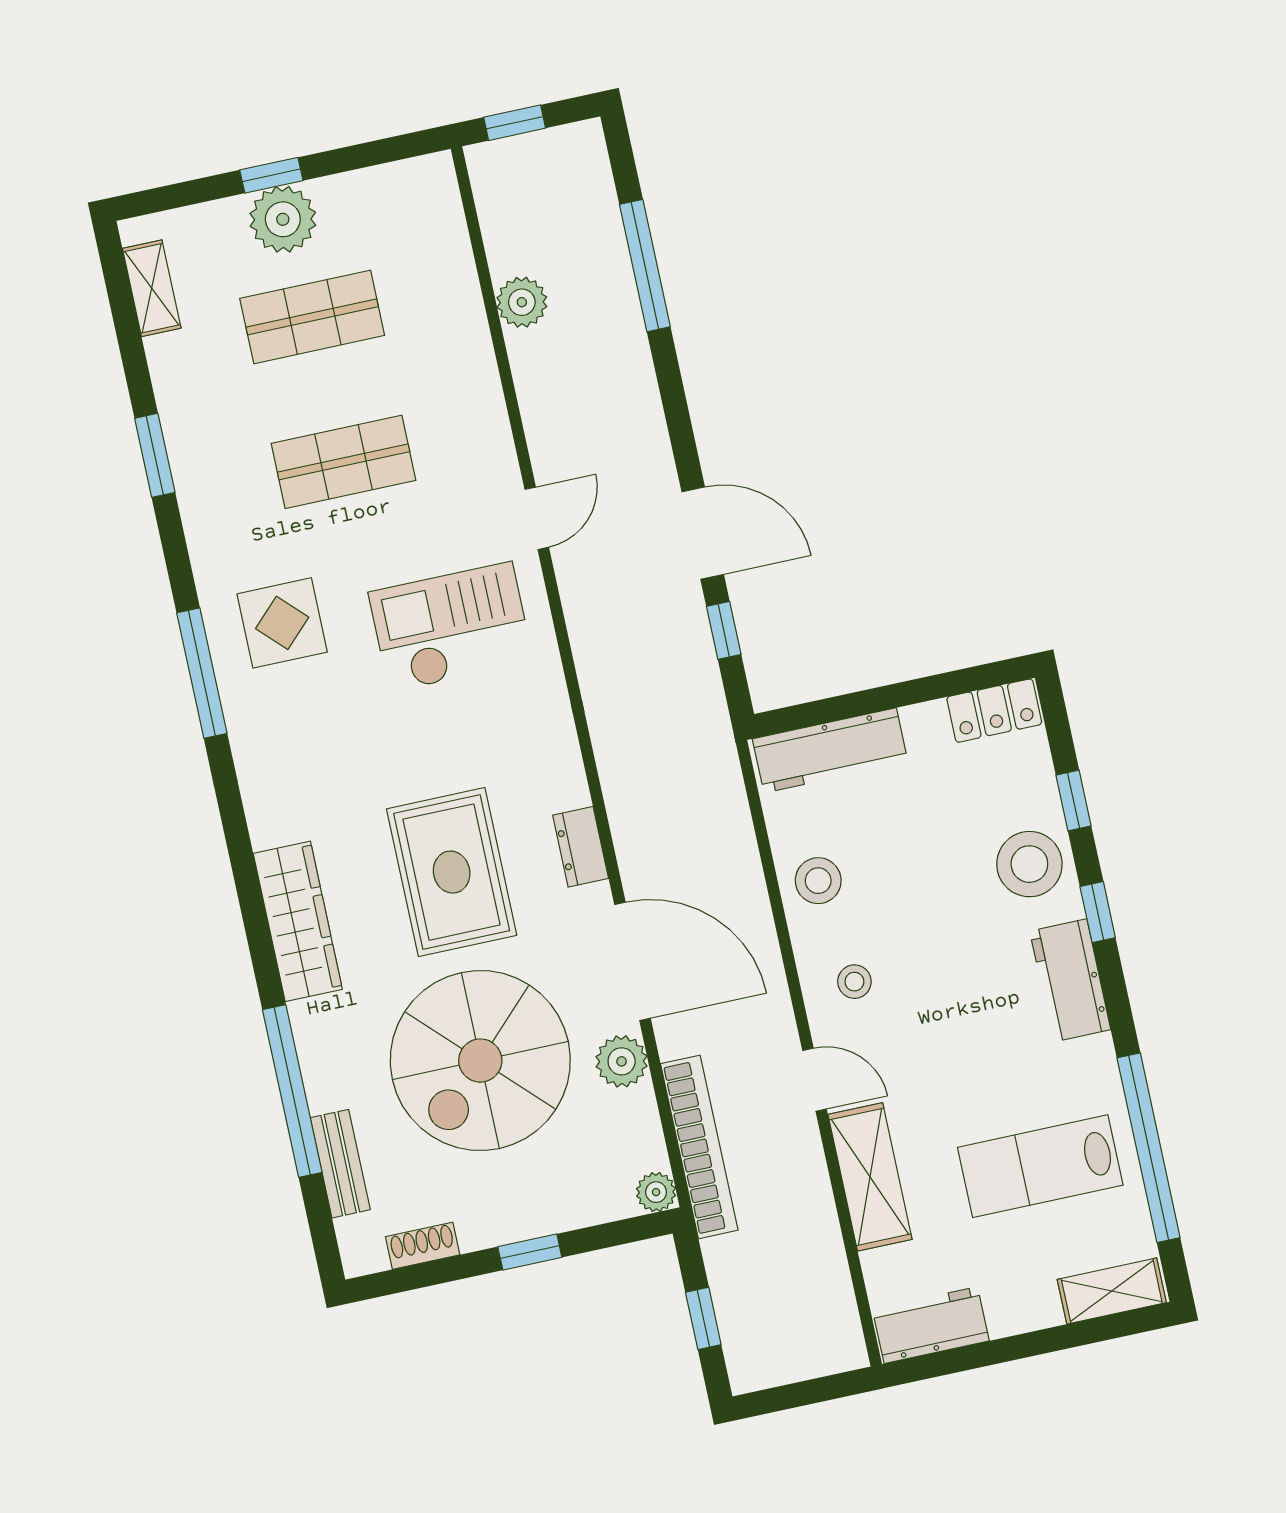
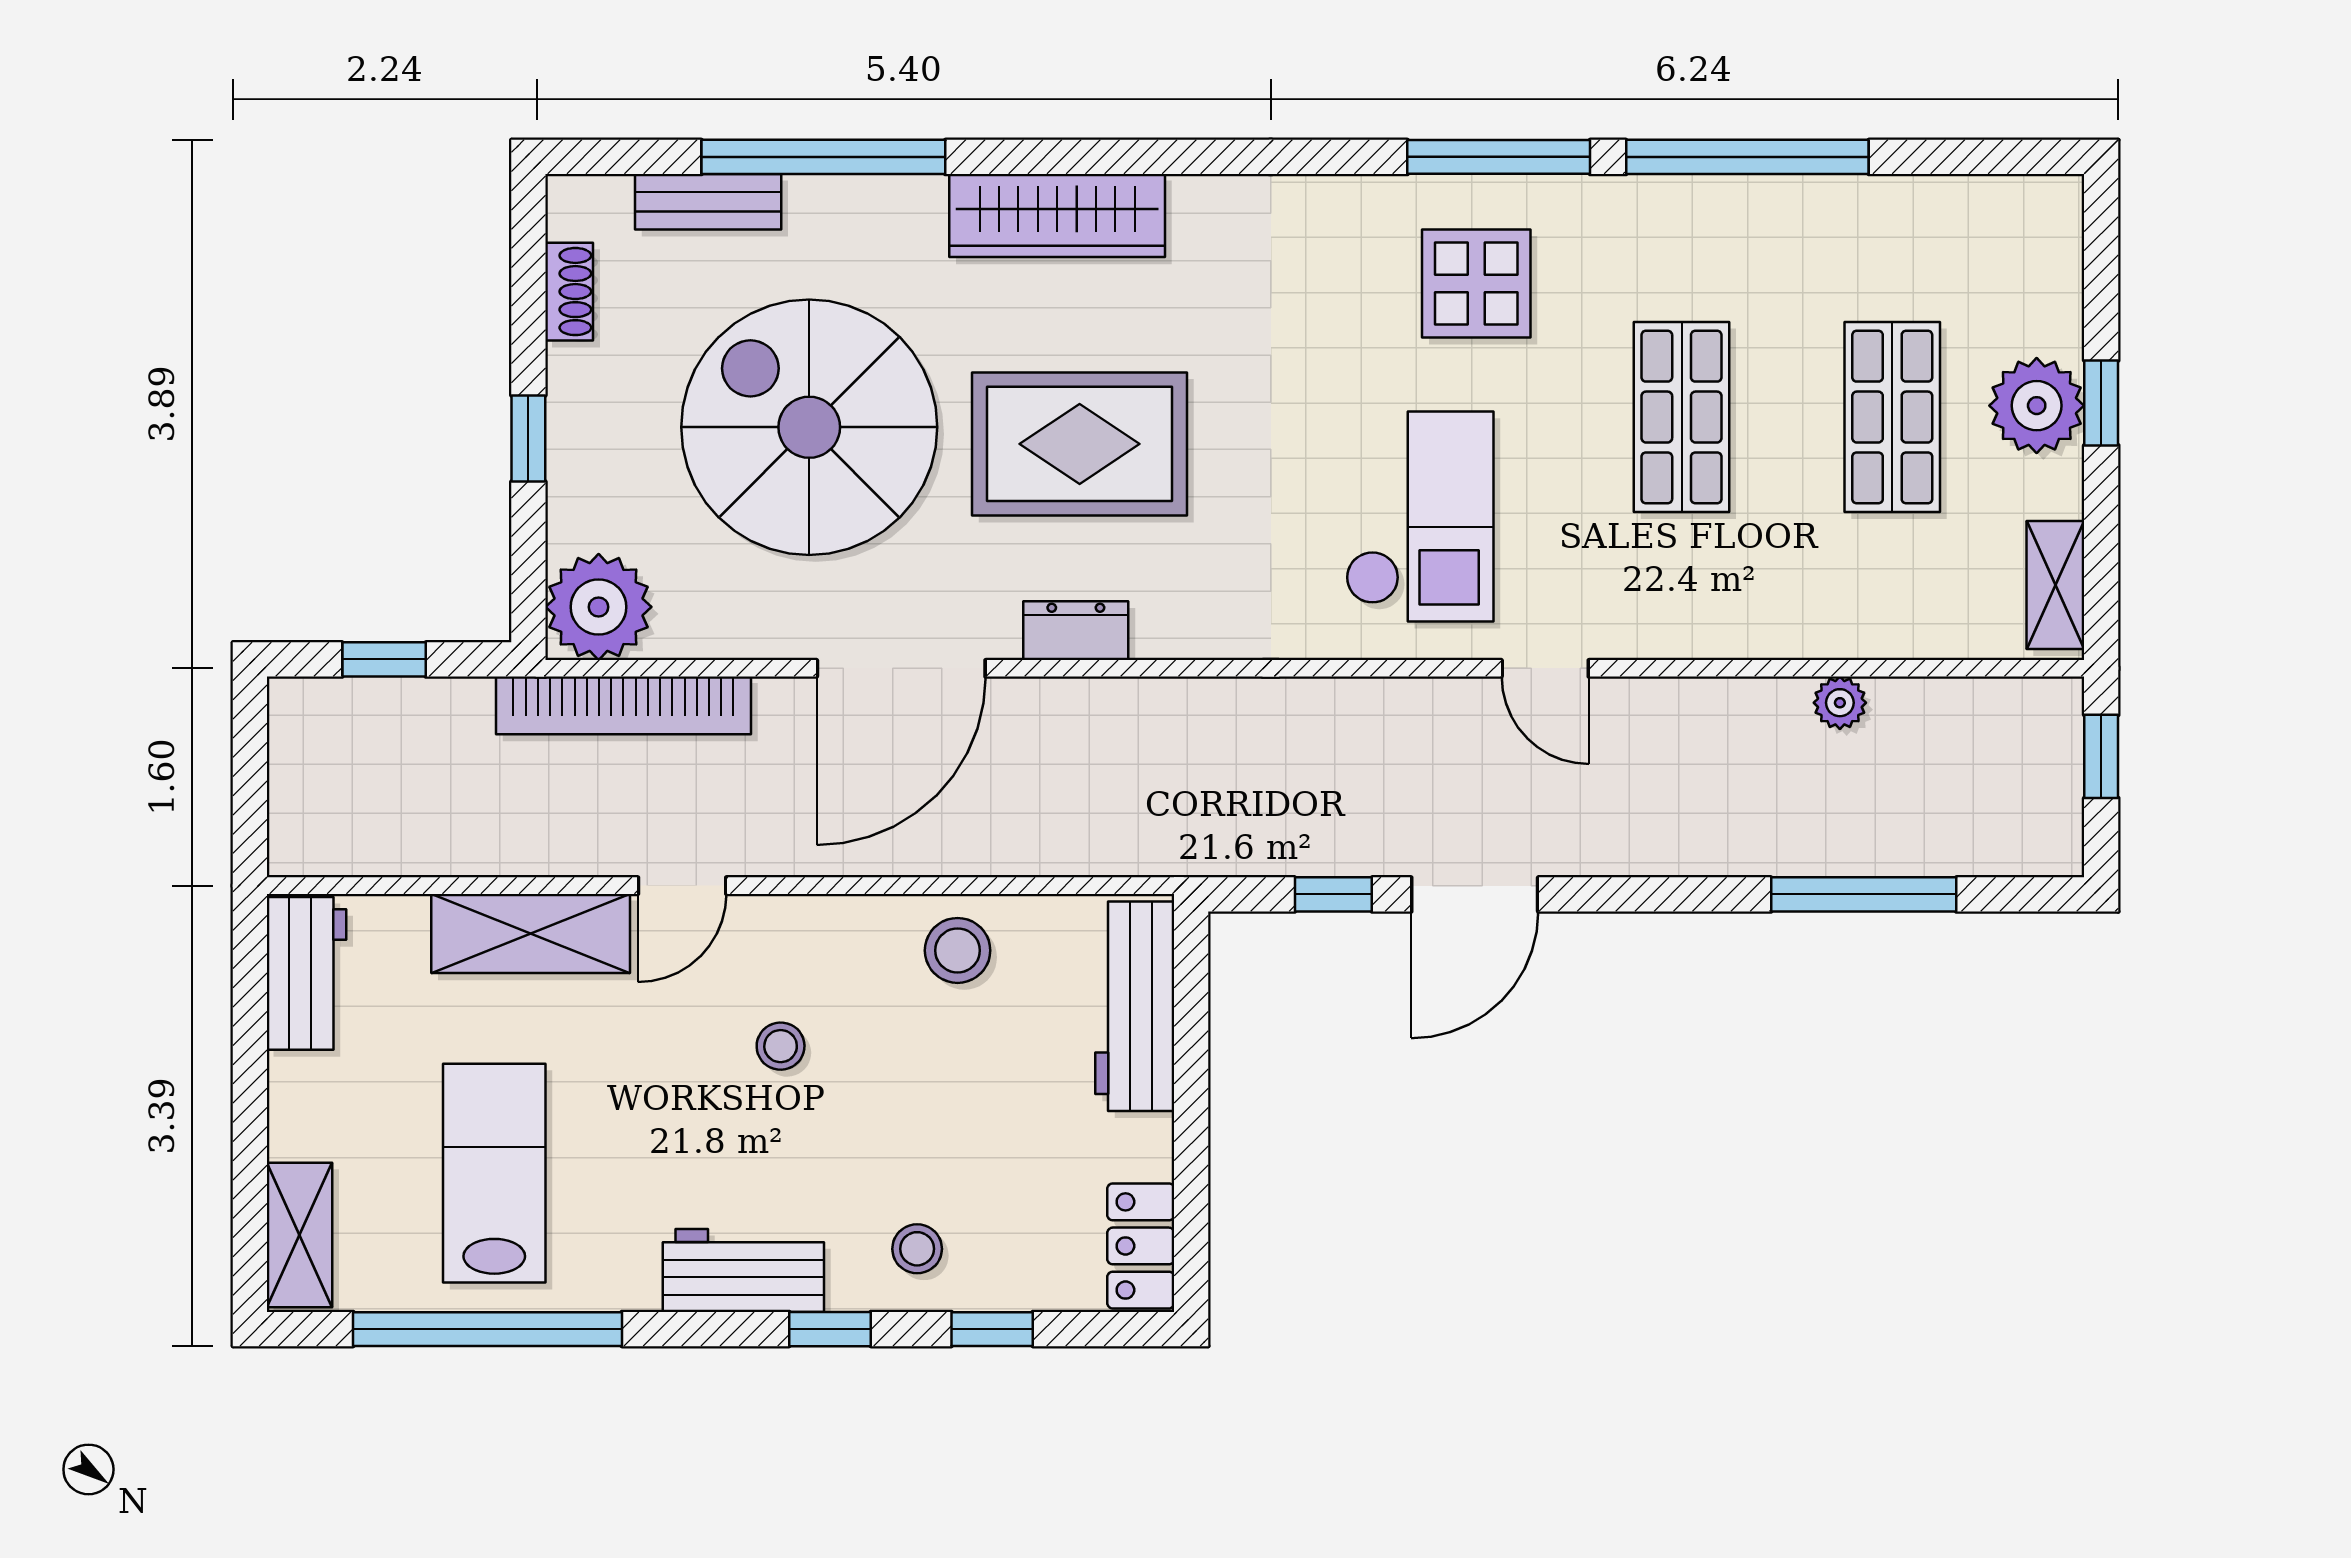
shelving: (152, 288) -> (2055, 585), moved, turned 90
plant: (522, 302) -> (1840, 703), width x0.73, depth x0.73
window: (155, 455) -> (1747, 157), width x2.11
window: (202, 673) -> (1499, 157), moved
stool: (1029, 864) -> (917, 1249), width x0.53, depth x0.53
stool: (854, 982) -> (781, 1046), moved
plant: (622, 1061) -> (766, 623), removed
plant: (656, 1192) -> (599, 607), width x1.87, depth x1.87

